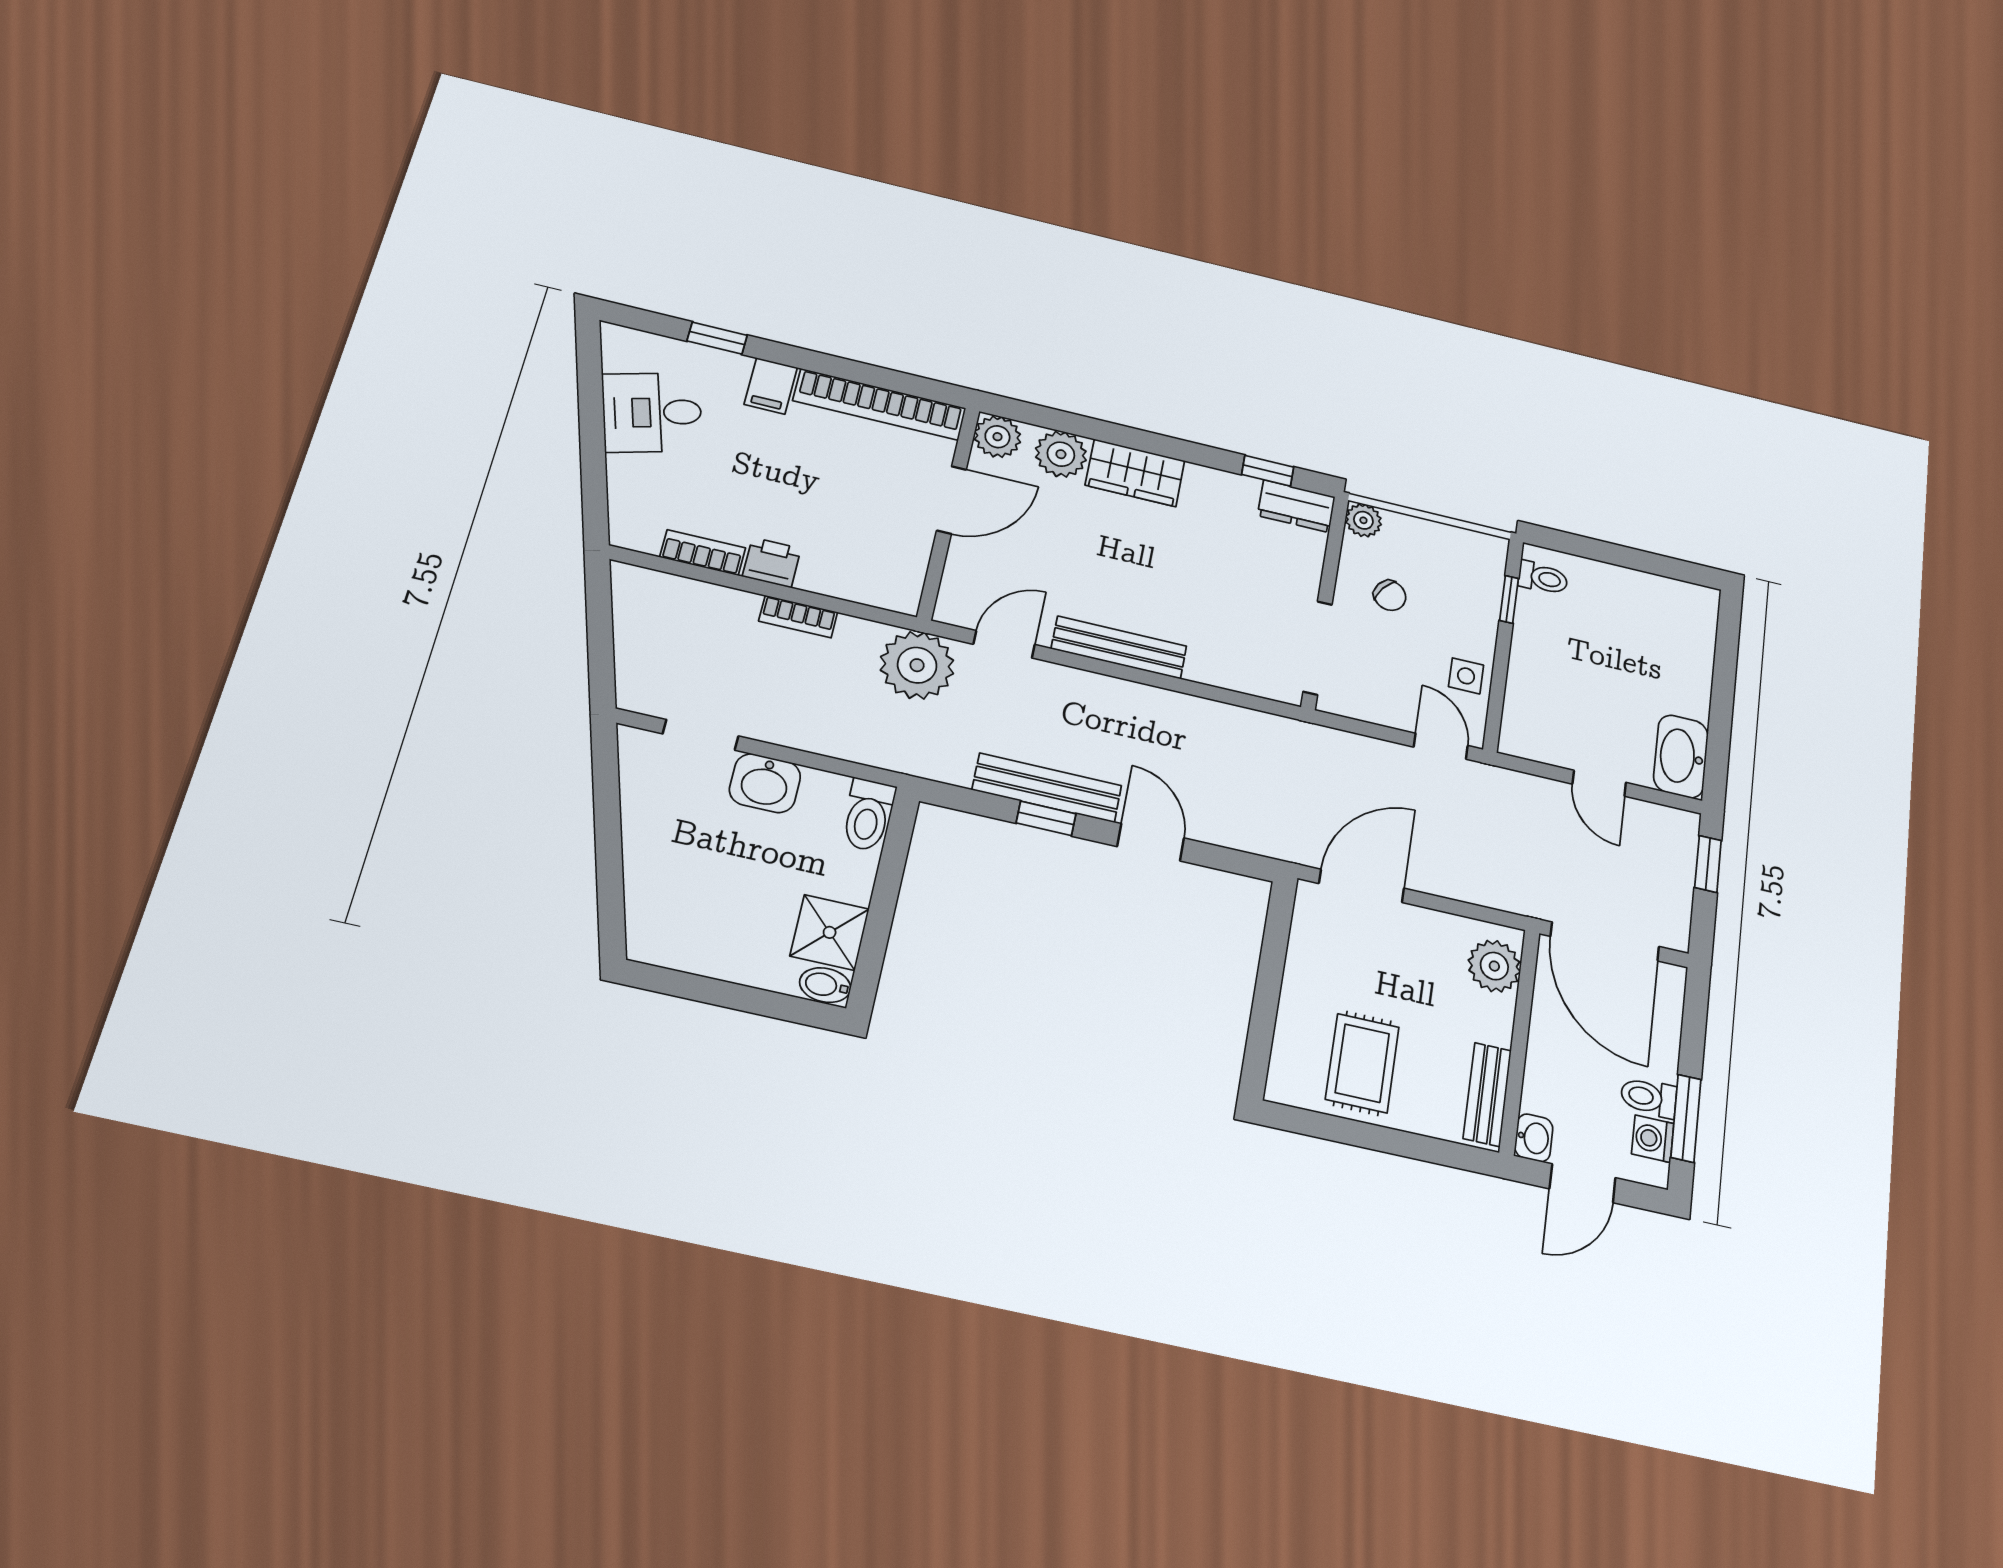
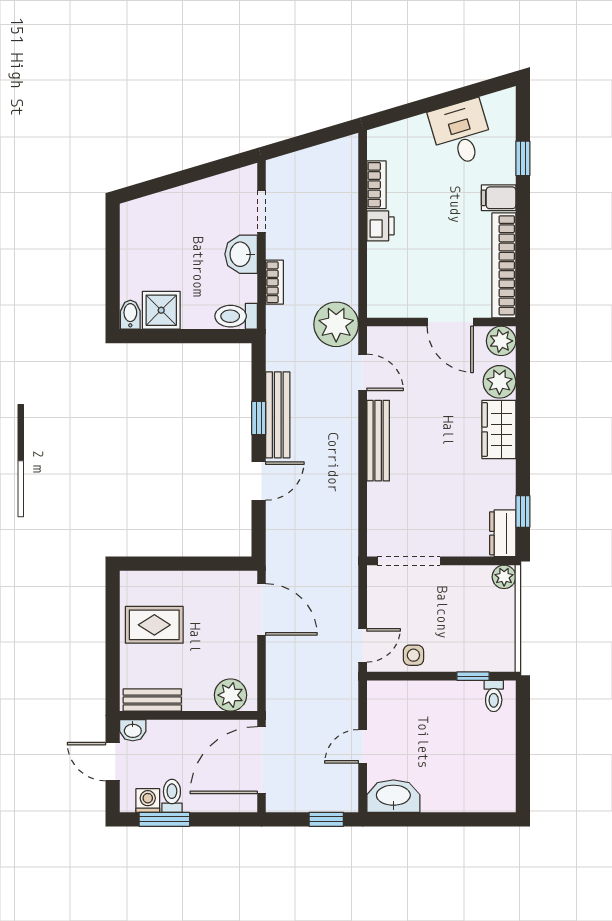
chair: (1390, 596) -> (456, 601), removed
bookcase: (798, 616) -> (275, 282), moved, turned 180

